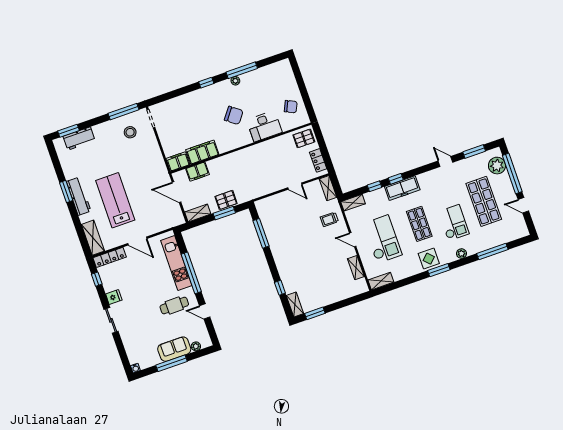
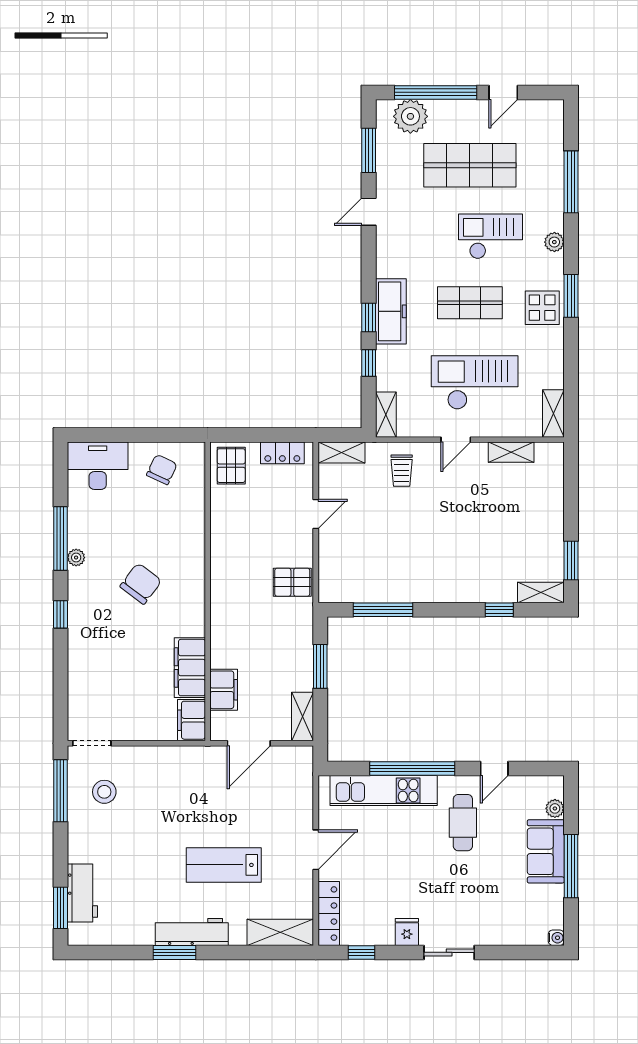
desk: (264, 126) -> (98, 466), moved, turned -90
lab bench: (115, 200) -> (224, 865), width x0.73, depth x0.72
pallet: (226, 200) -> (292, 582), moved, turned 90

